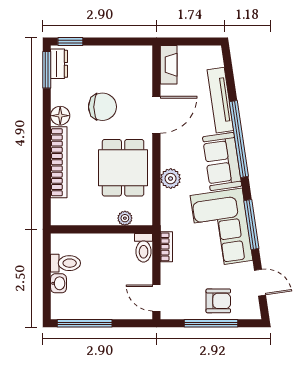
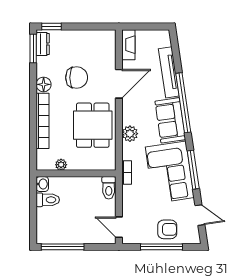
plant: (125, 218) -> (61, 165), moved
bookcase: (166, 247) -> (127, 172), moved
washbasin: (58, 283) -> (42, 184), moved

